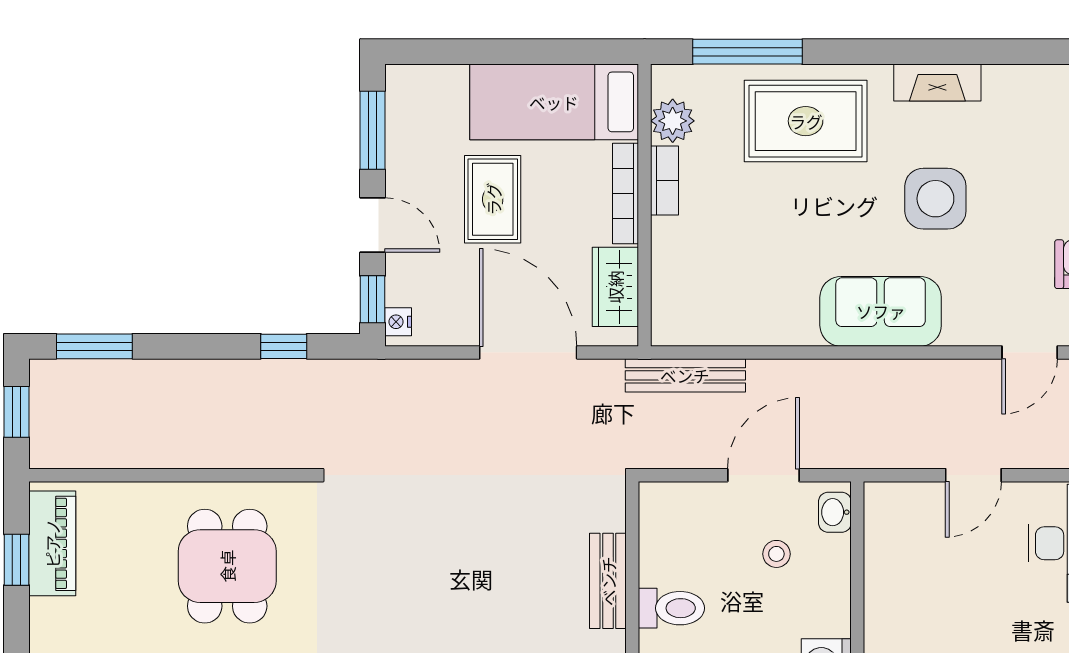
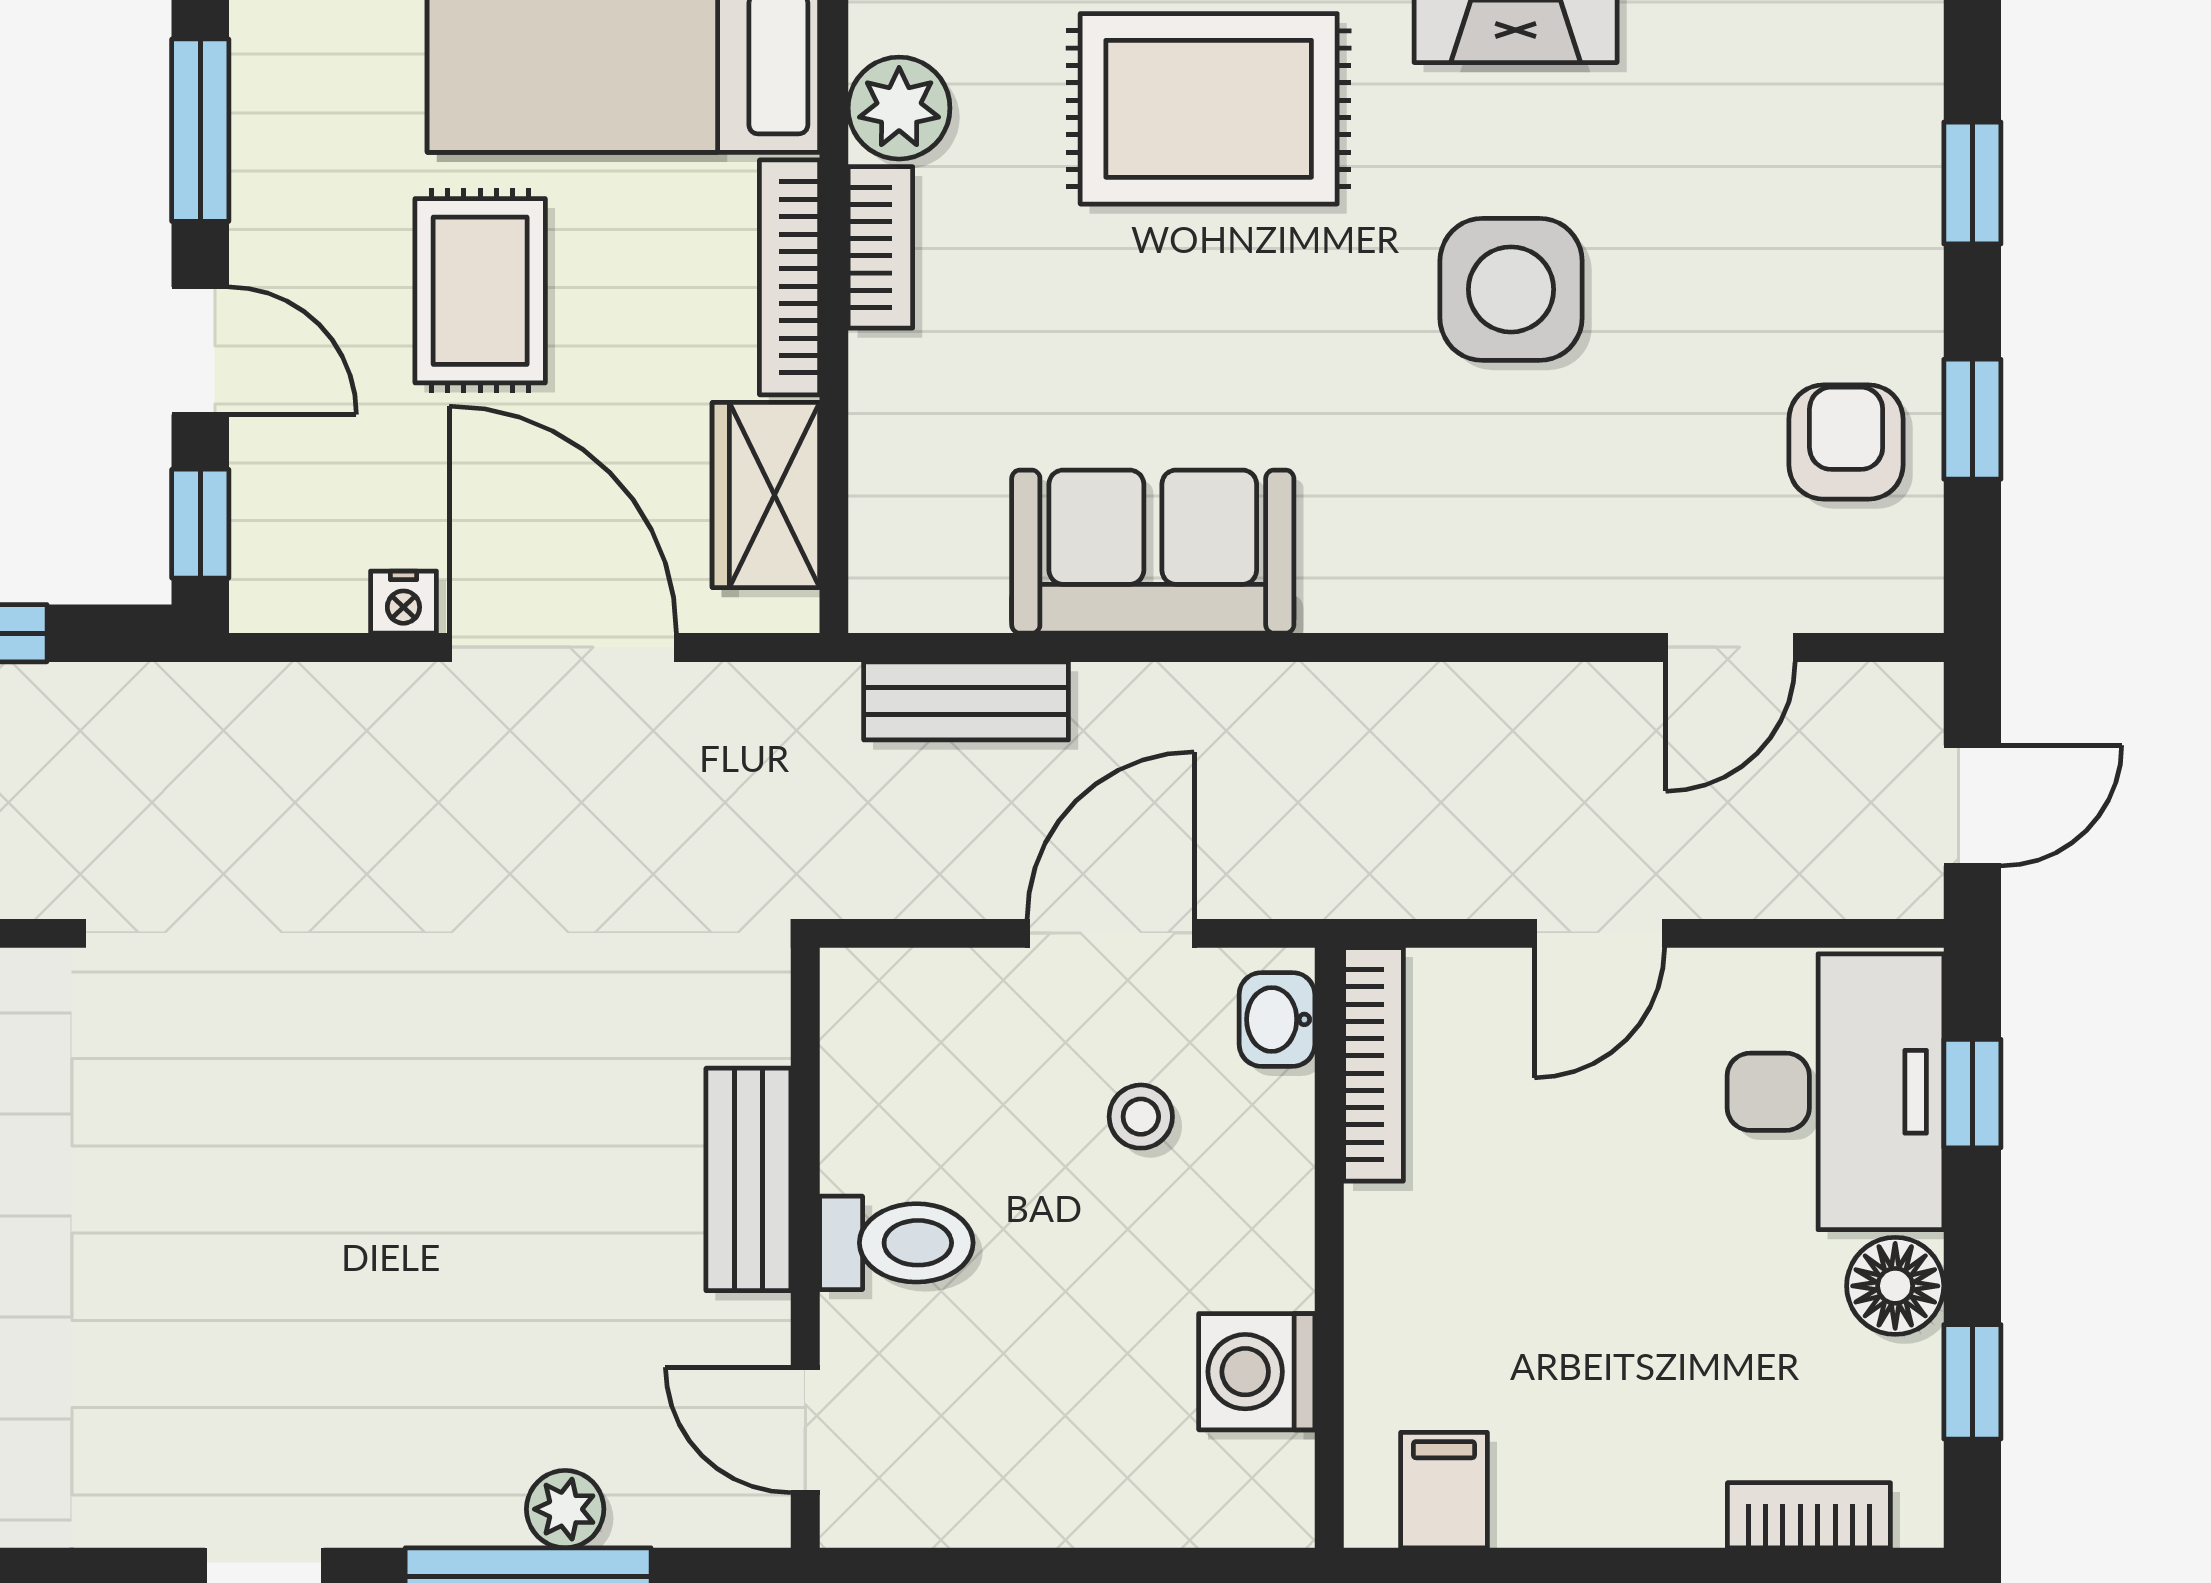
sofa: (881, 311) -> (1153, 552), moved
nightstand: (398, 322) -> (403, 602), moved, turned -90
bench: (685, 375) -> (966, 701), width x0.73
bookcase: (876, 532) -> (1373, 1064), added

